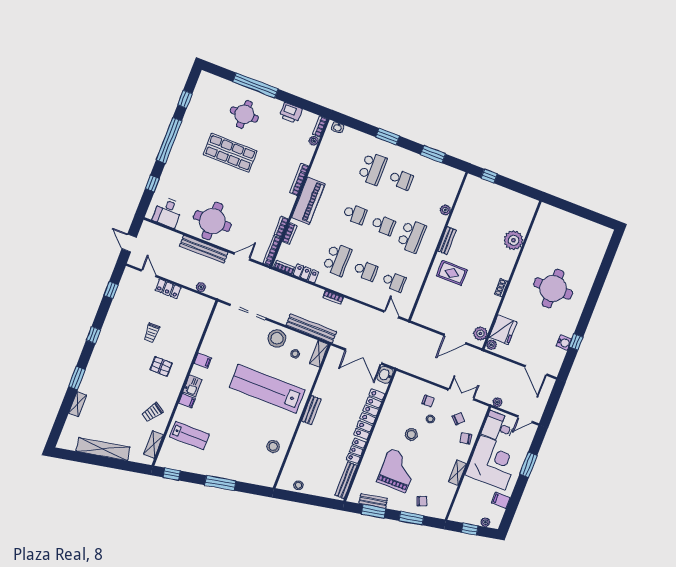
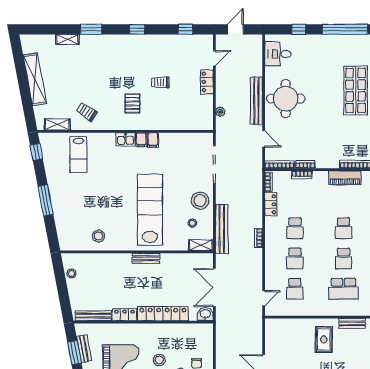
piano: (308, 201) -> (345, 178), width x0.73, depth x0.75
school desk: (337, 260) -> (295, 228), width x0.54
filing cabinet: (187, 401) -> (141, 140), moved

